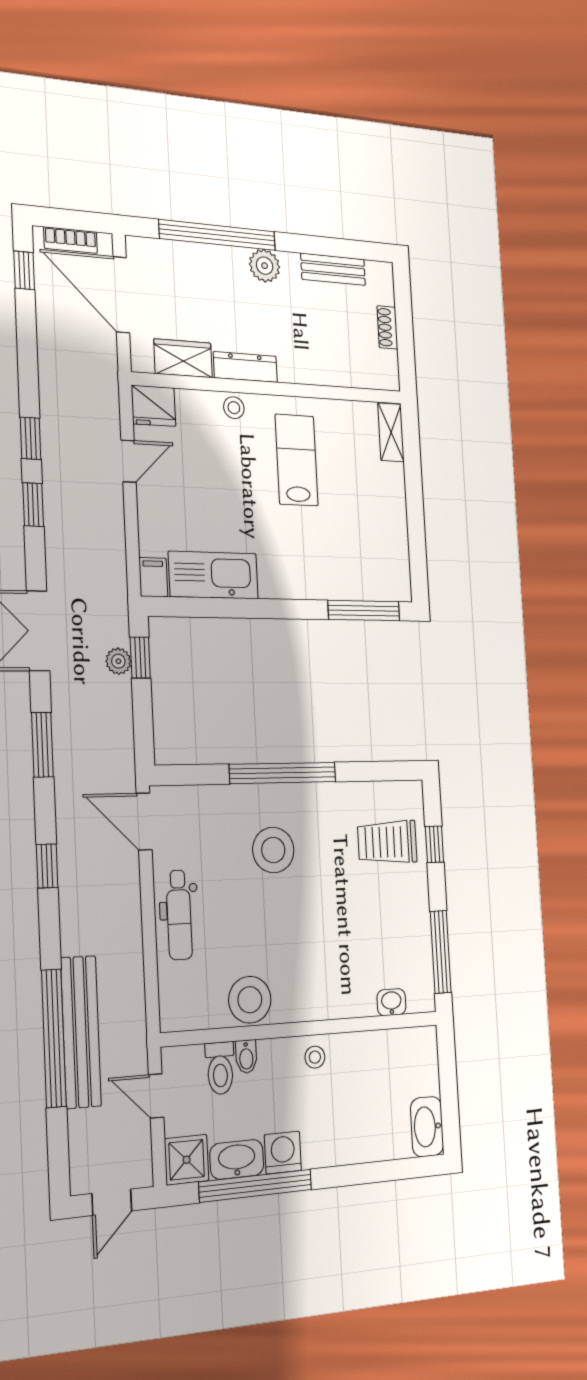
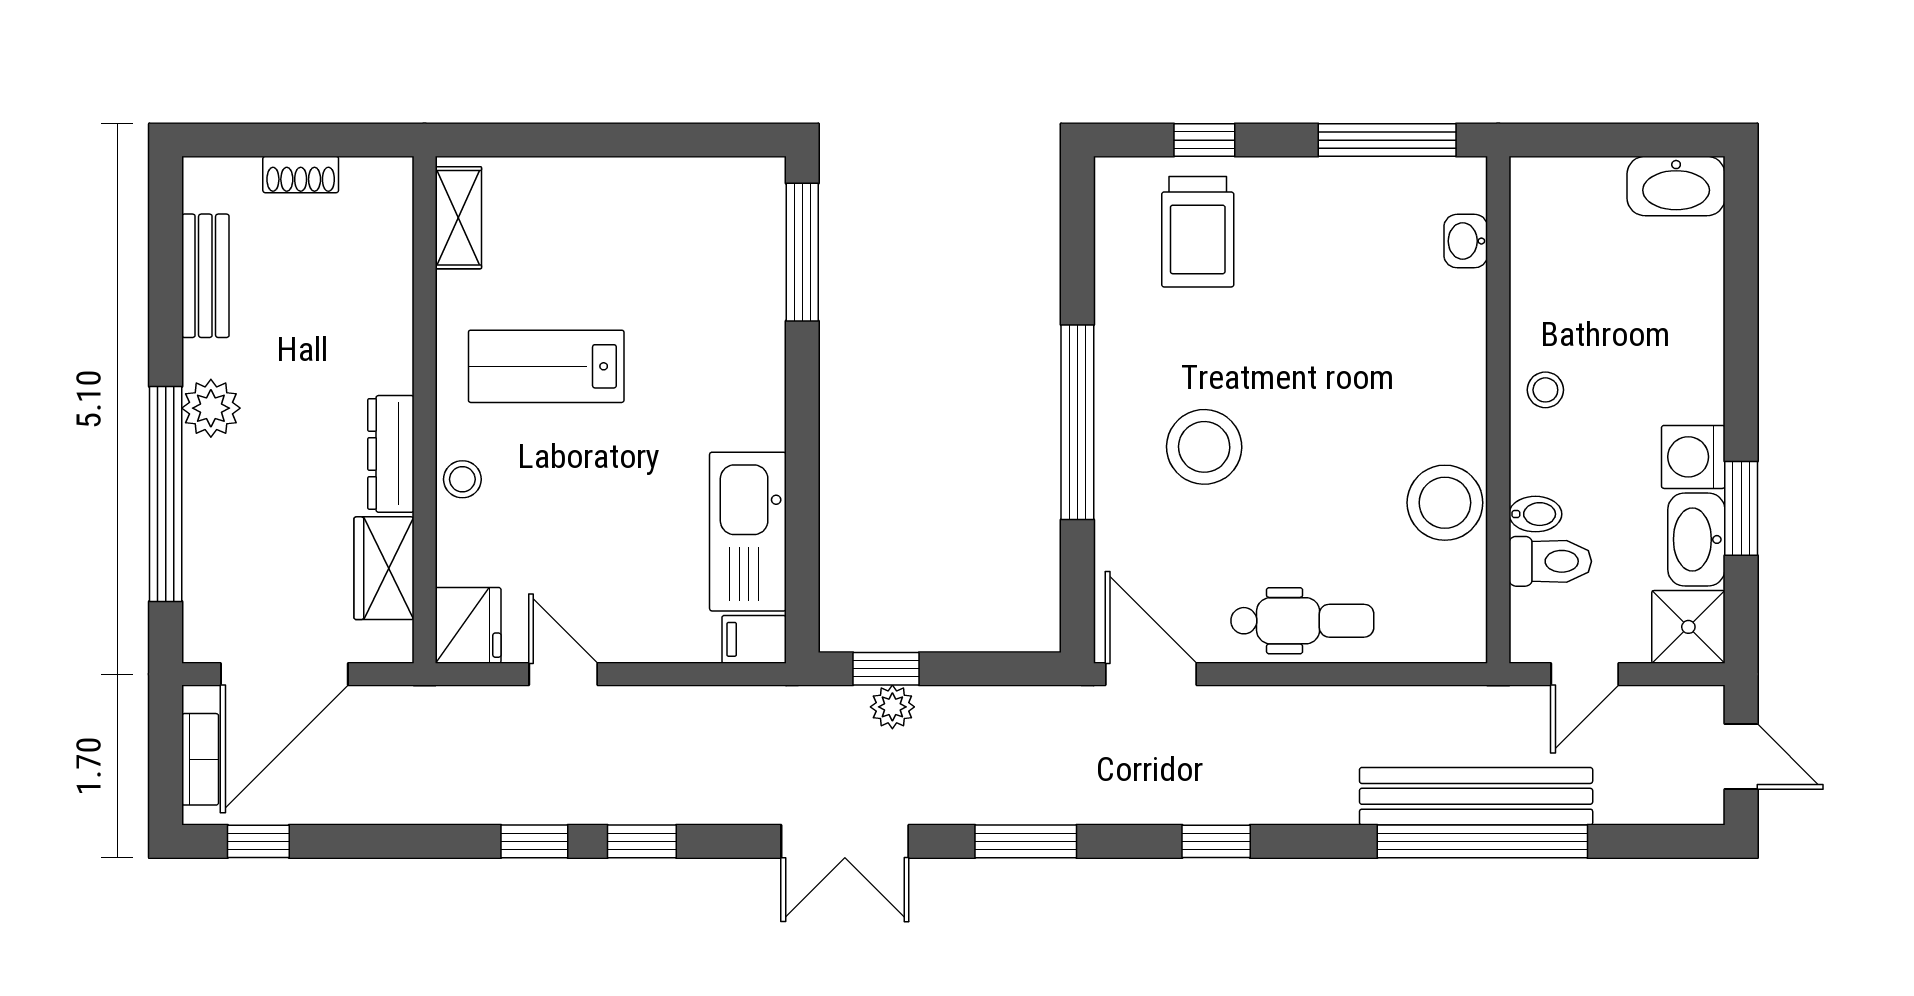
shelving: (391, 432) -> (458, 218), moved, turned 90
door: (144, 822) -> (1151, 674), swing flipped
window: (256, 1186) -> (1741, 508), width x0.47

